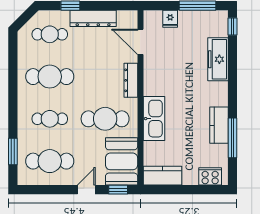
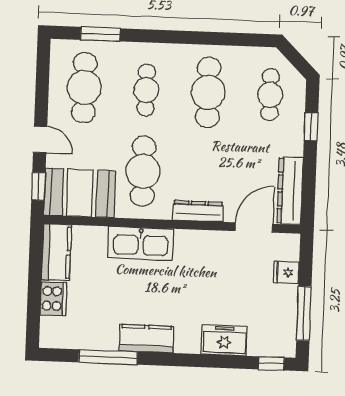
dresser: (93, 18) -> (290, 191), moved
freezer: (218, 59) -> (224, 340), width x0.71
kitchen counter: (219, 125) -> (146, 339), moved
cooker: (210, 176) -> (53, 299), moved

